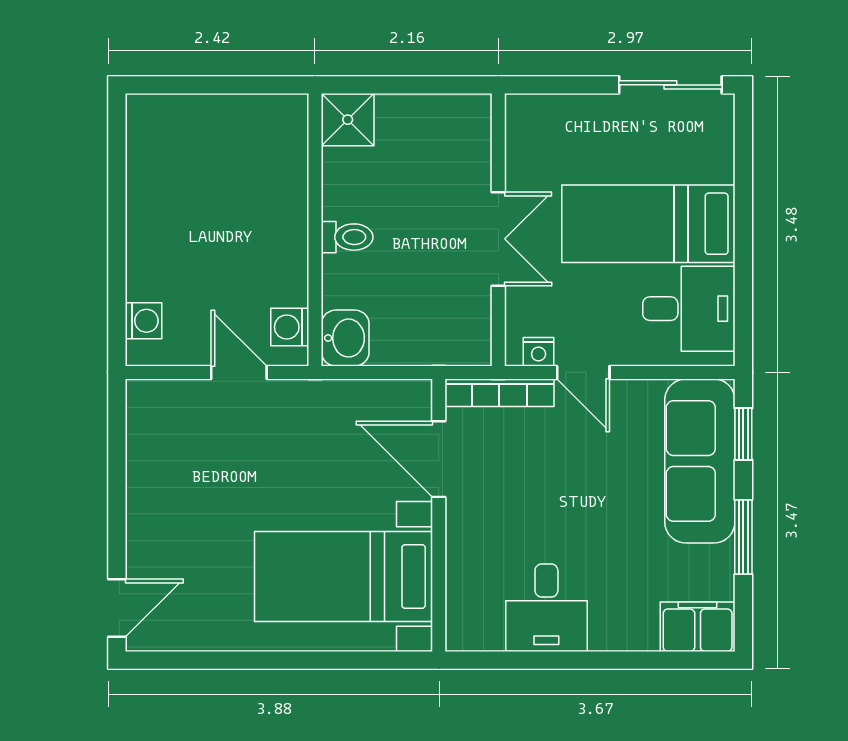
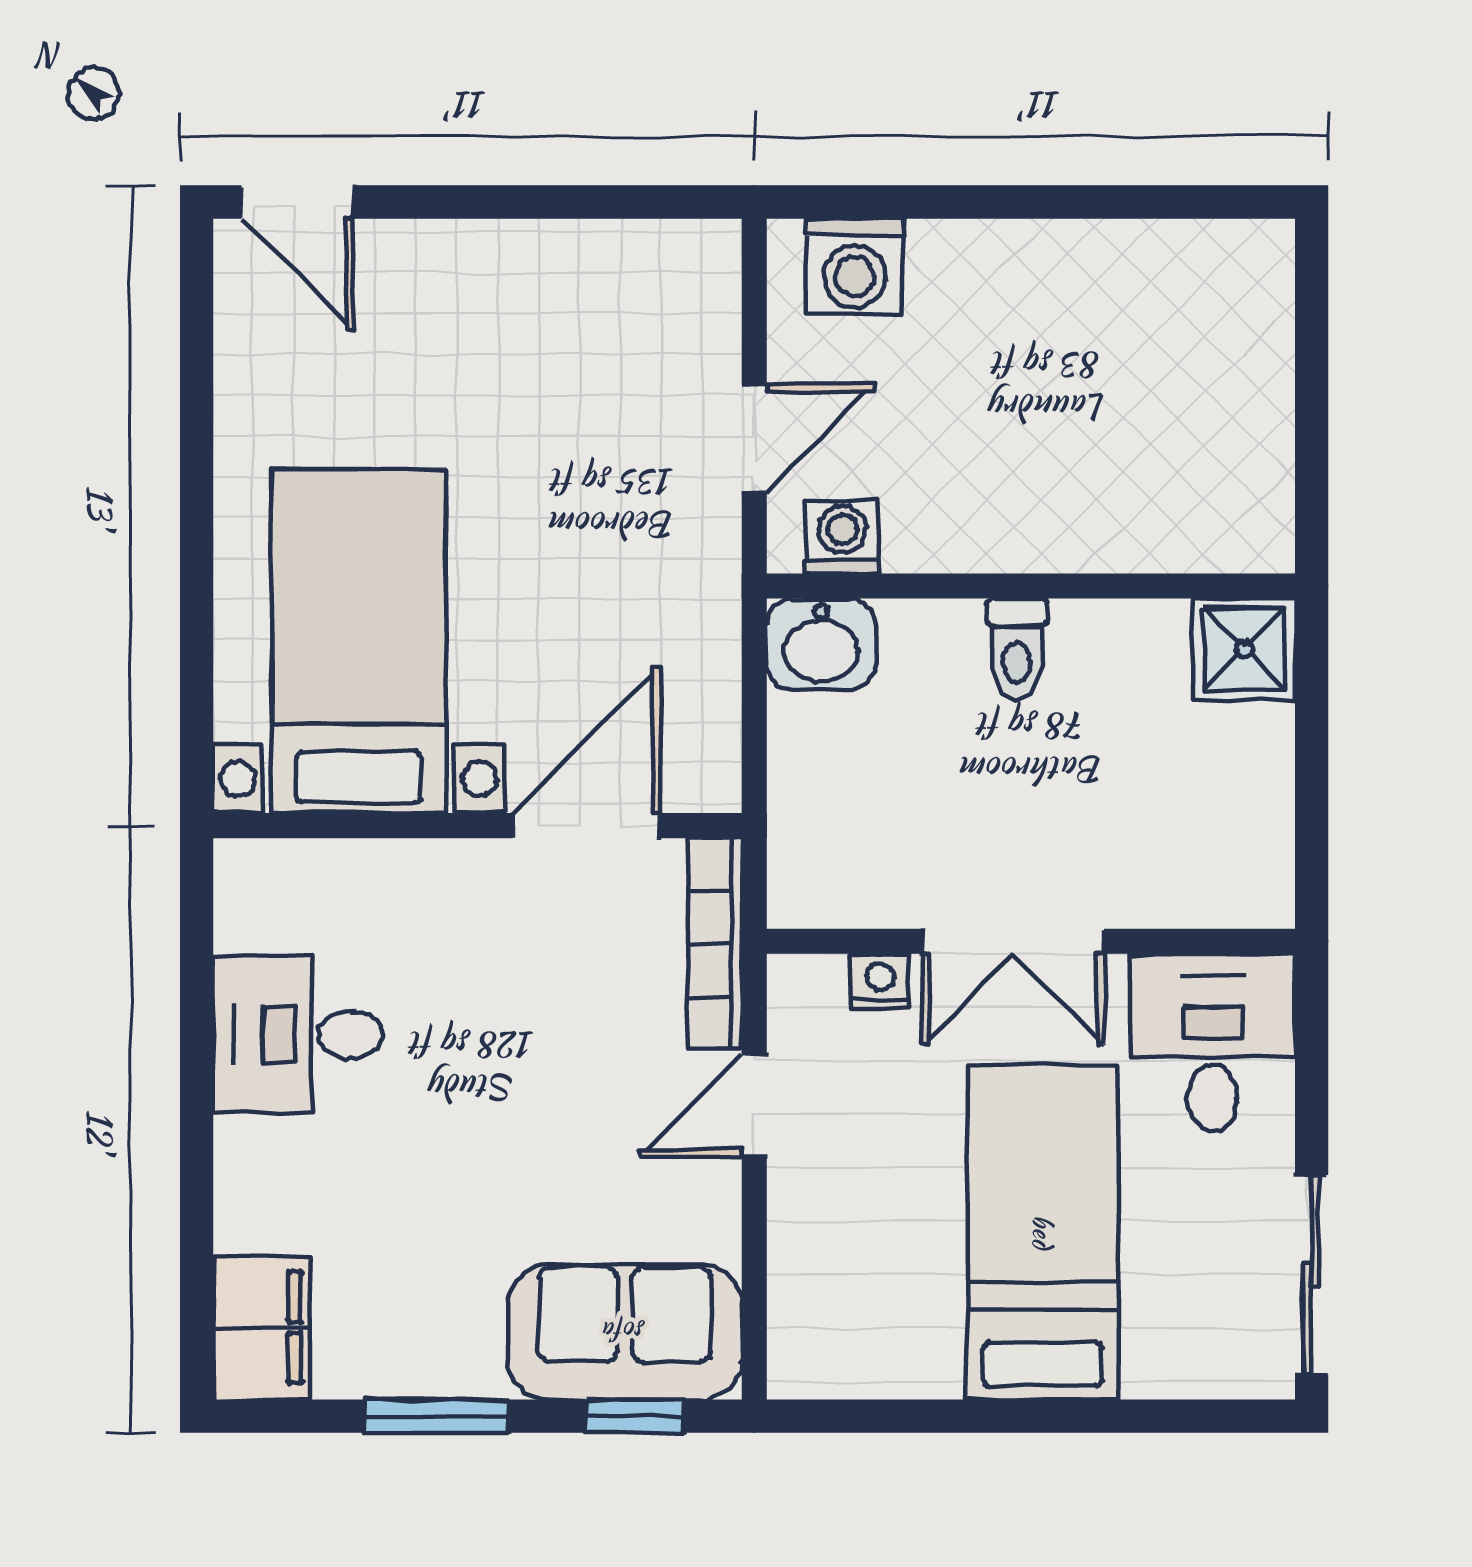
desk: (689, 309) -> (1213, 1043), moved, turned 180
washing machine: (144, 321) -> (854, 267), width x1.38, depth x1.38
nightstand: (539, 352) -> (880, 981), moved, turned 90
sofa: (700, 461) -> (625, 1332), width x0.73

